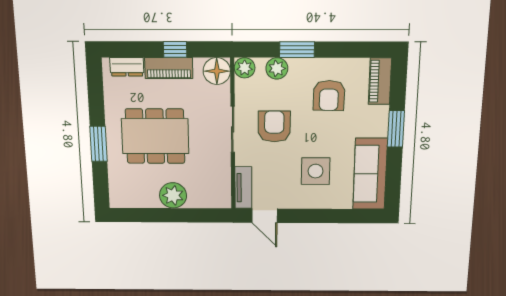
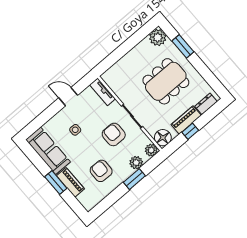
piano: (380, 81) -> (70, 182), moved
armchair: (274, 126) -> (114, 134), turned 180
window: (98, 144) -> (183, 46), moved
side table: (316, 171) -> (75, 130), width x0.54, depth x0.54
plant: (173, 195) -> (158, 37), moved
door: (264, 216) -> (68, 97), moved

